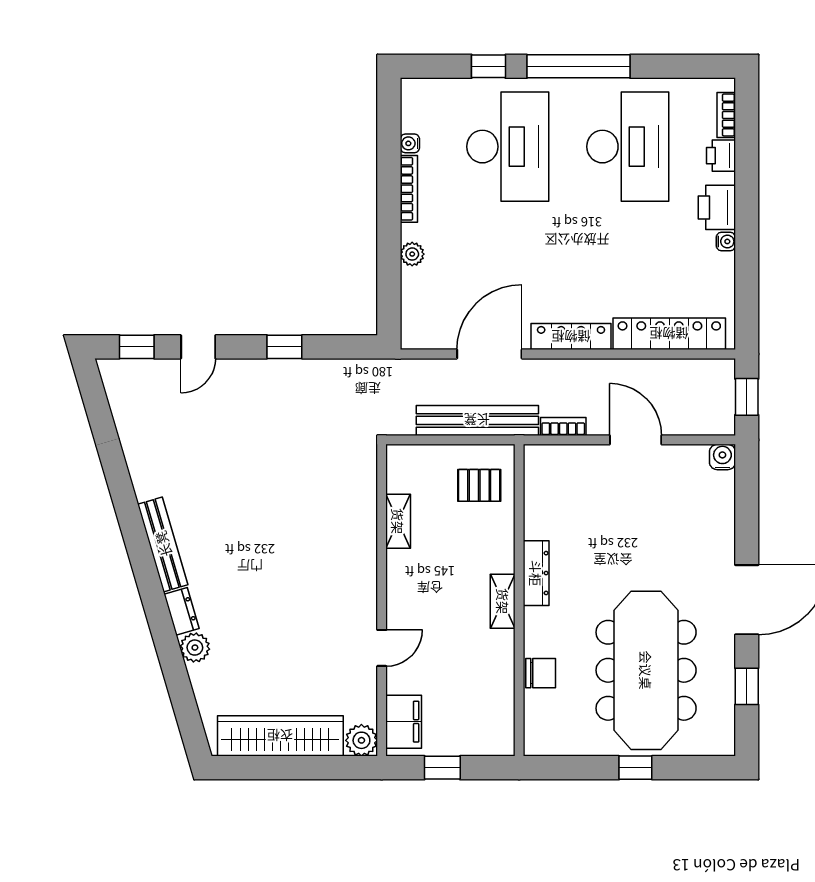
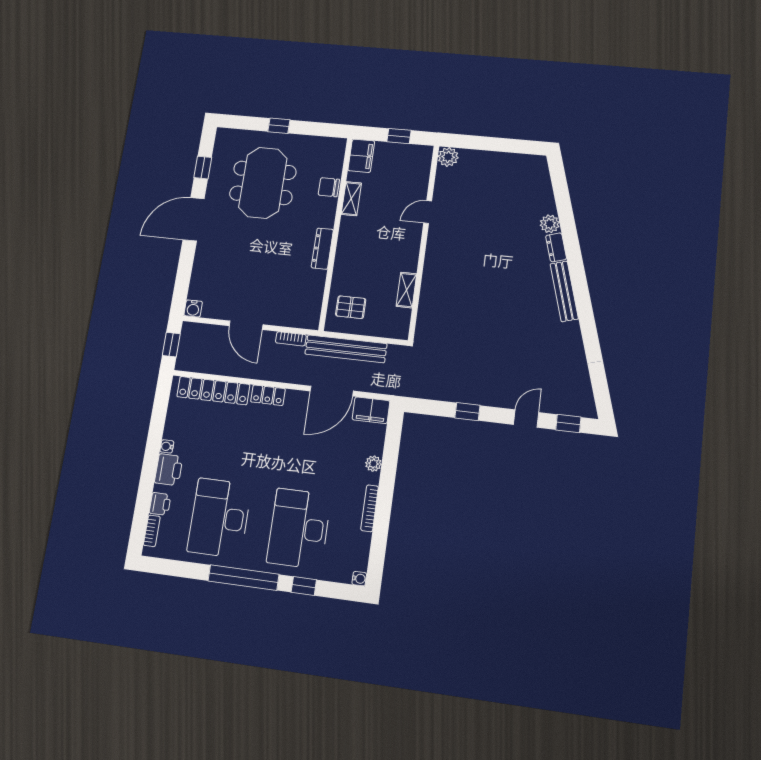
water cooler: (410, 143) -> (359, 579), moved
filing cabinet: (427, 332) -> (371, 410), added
locker: (571, 337) -> (268, 395), width x0.66
shelving: (503, 601) -> (351, 199), moved
meeting table: (646, 670) -> (263, 183), width x0.73
filing cabinet: (404, 722) -> (361, 156), moved, turned 180
wardrobe: (280, 736) -> (500, 164), removed

